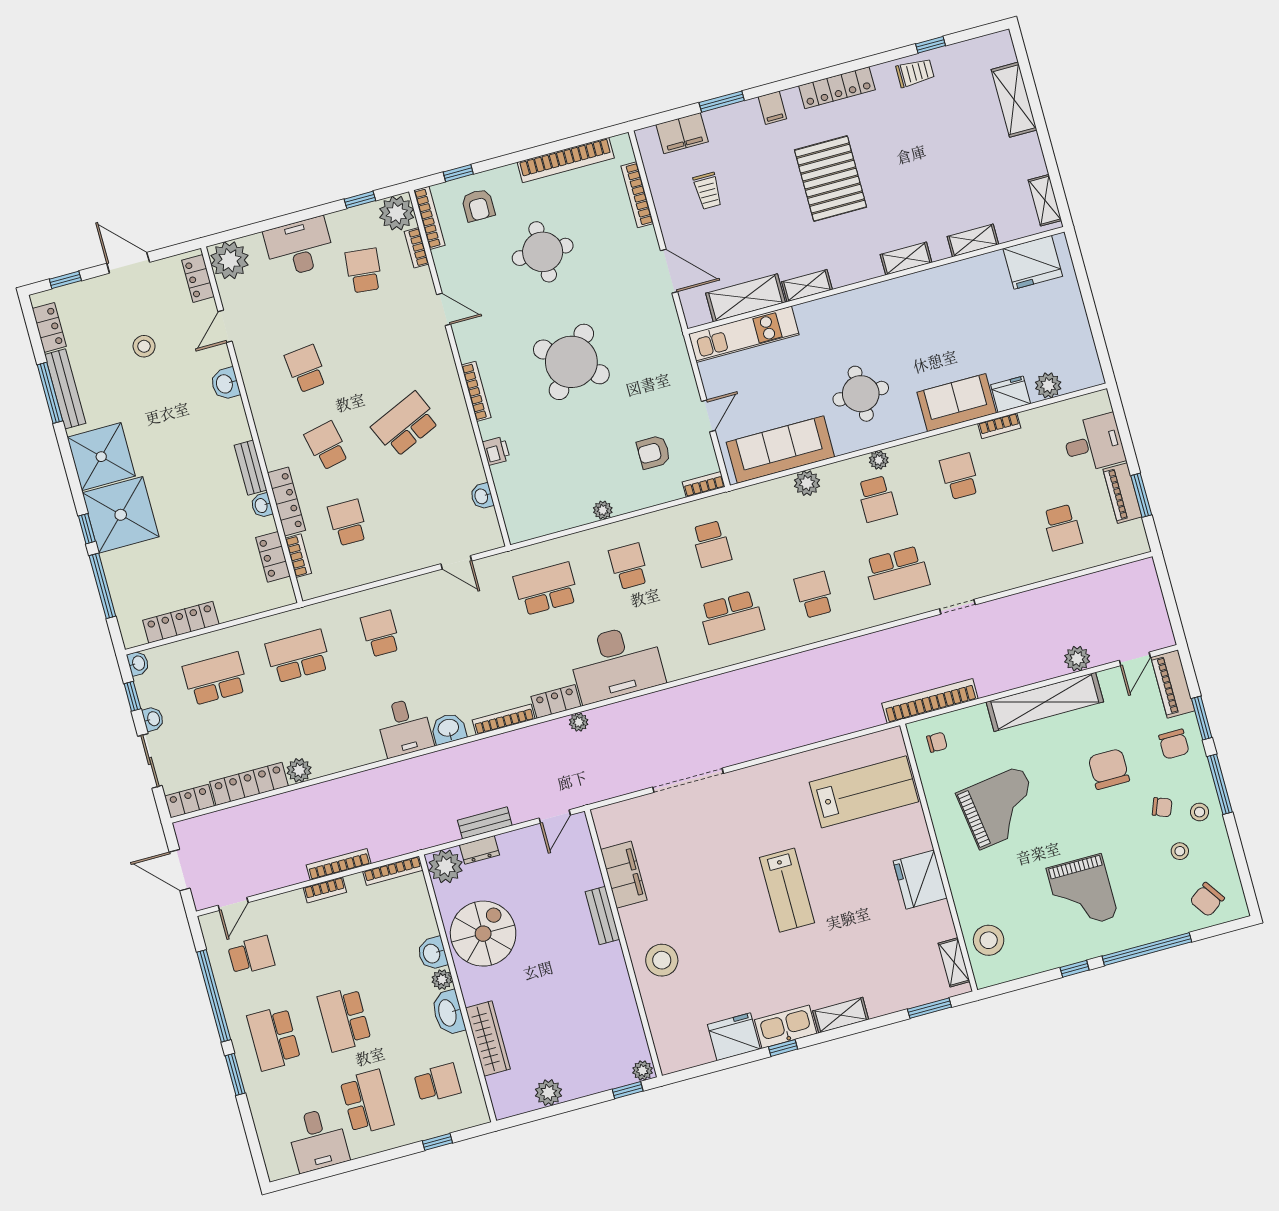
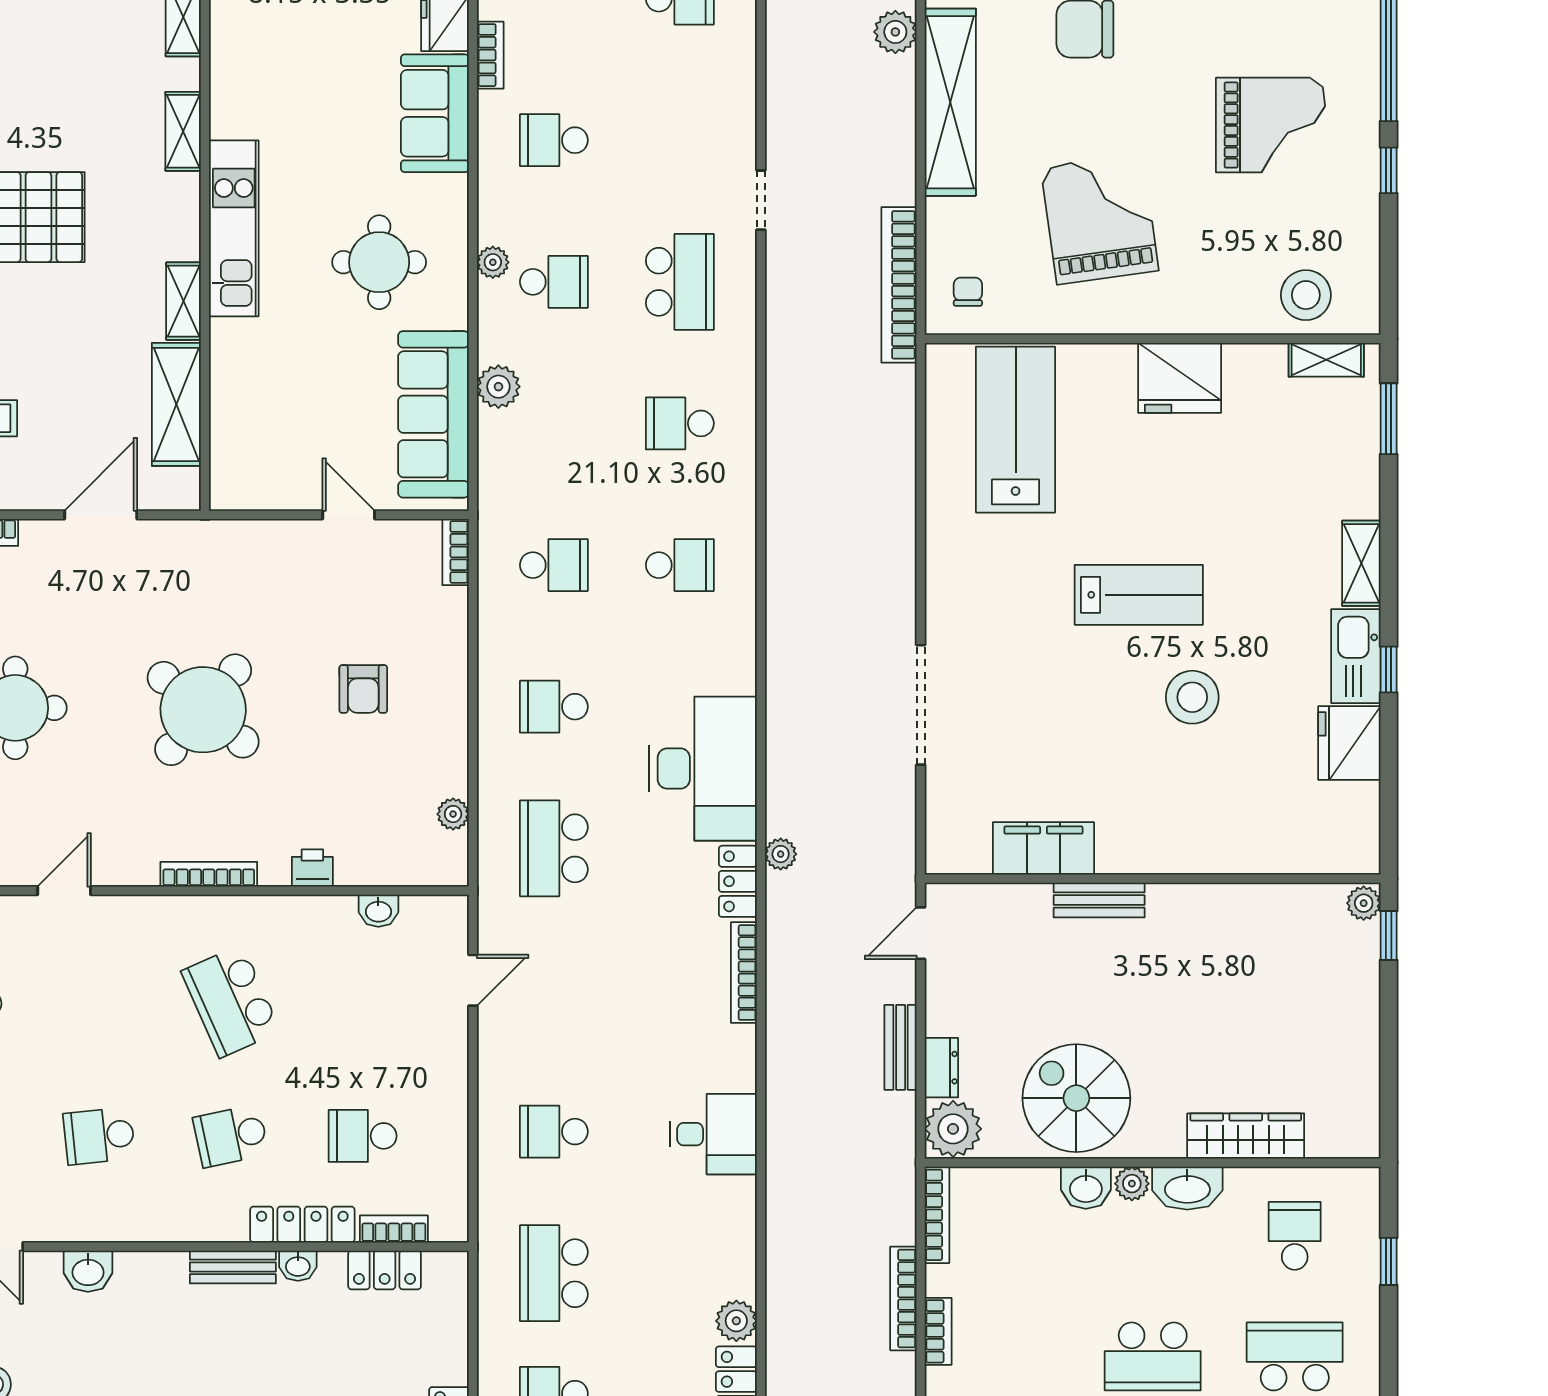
kitchen unit: (744, 334) -> (234, 228), moved
armchair: (654, 452) -> (363, 689), moved
plant: (603, 510) -> (453, 814), moved
school desk: (732, 617) -> (680, 565), width x0.54
washbasin: (449, 729) -> (734, 1064), removed
door: (555, 817) -> (921, 933), swing flipped
stool: (662, 960) -> (1192, 697), moved
plant: (549, 1093) -> (1358, 1063), removed

